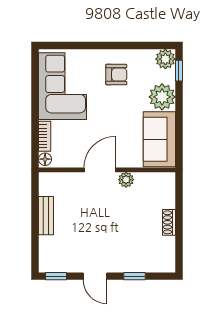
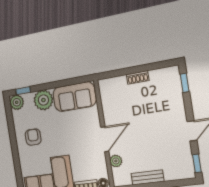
door: (100, 170) -> (105, 139), swing flipped
plant: (126, 180) -> (116, 161), moved
window: (135, 276) -> (185, 83), moved

